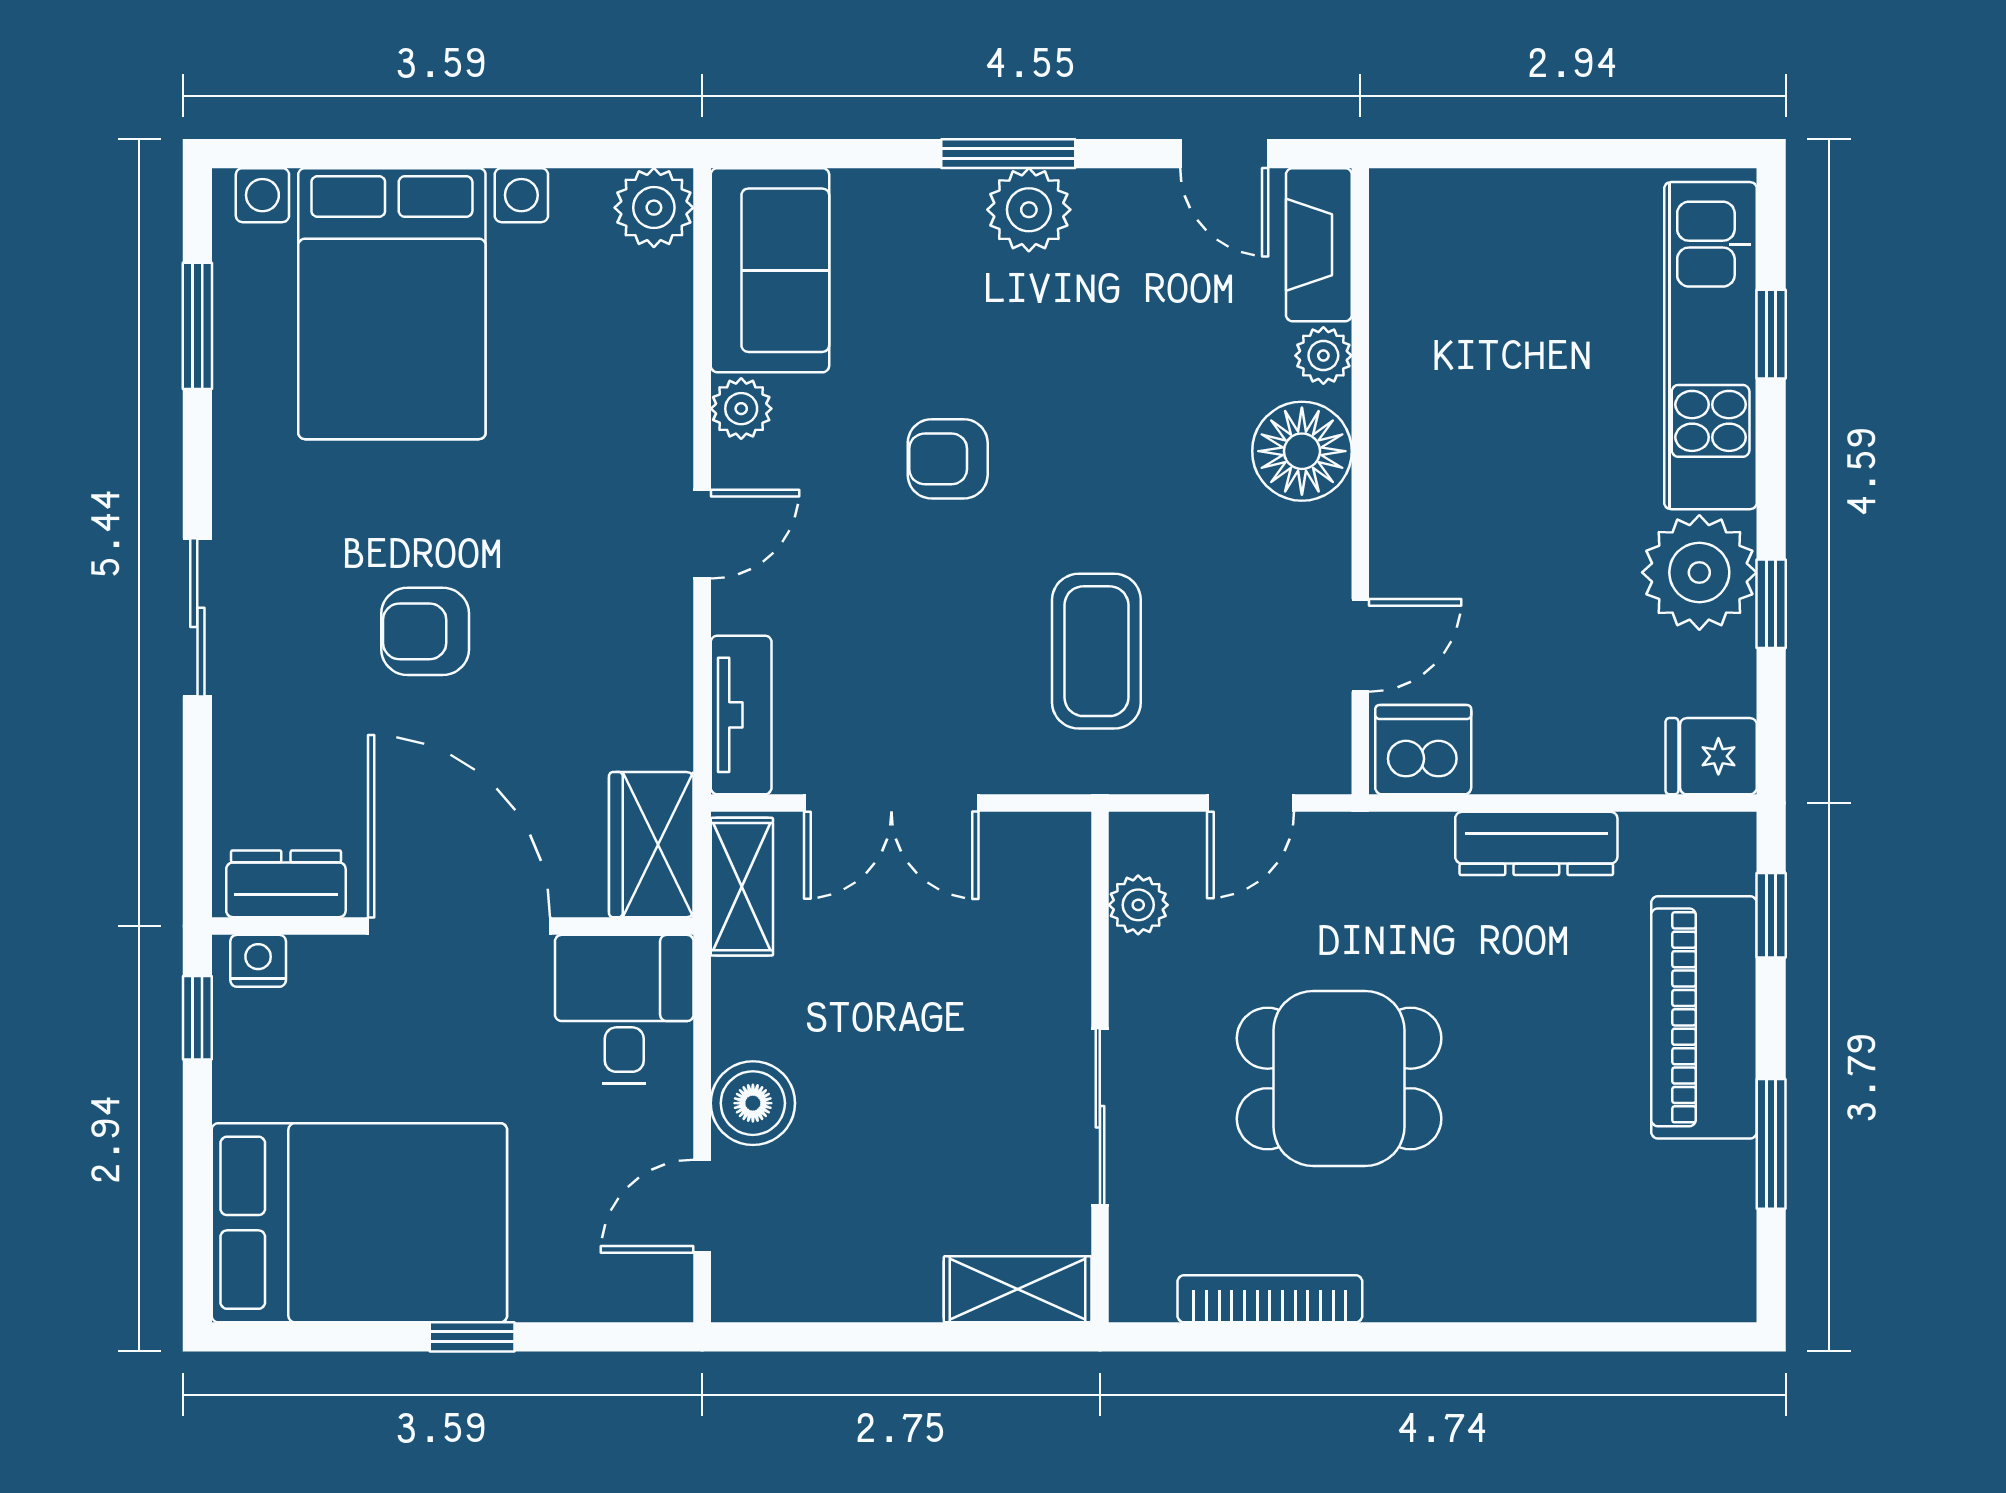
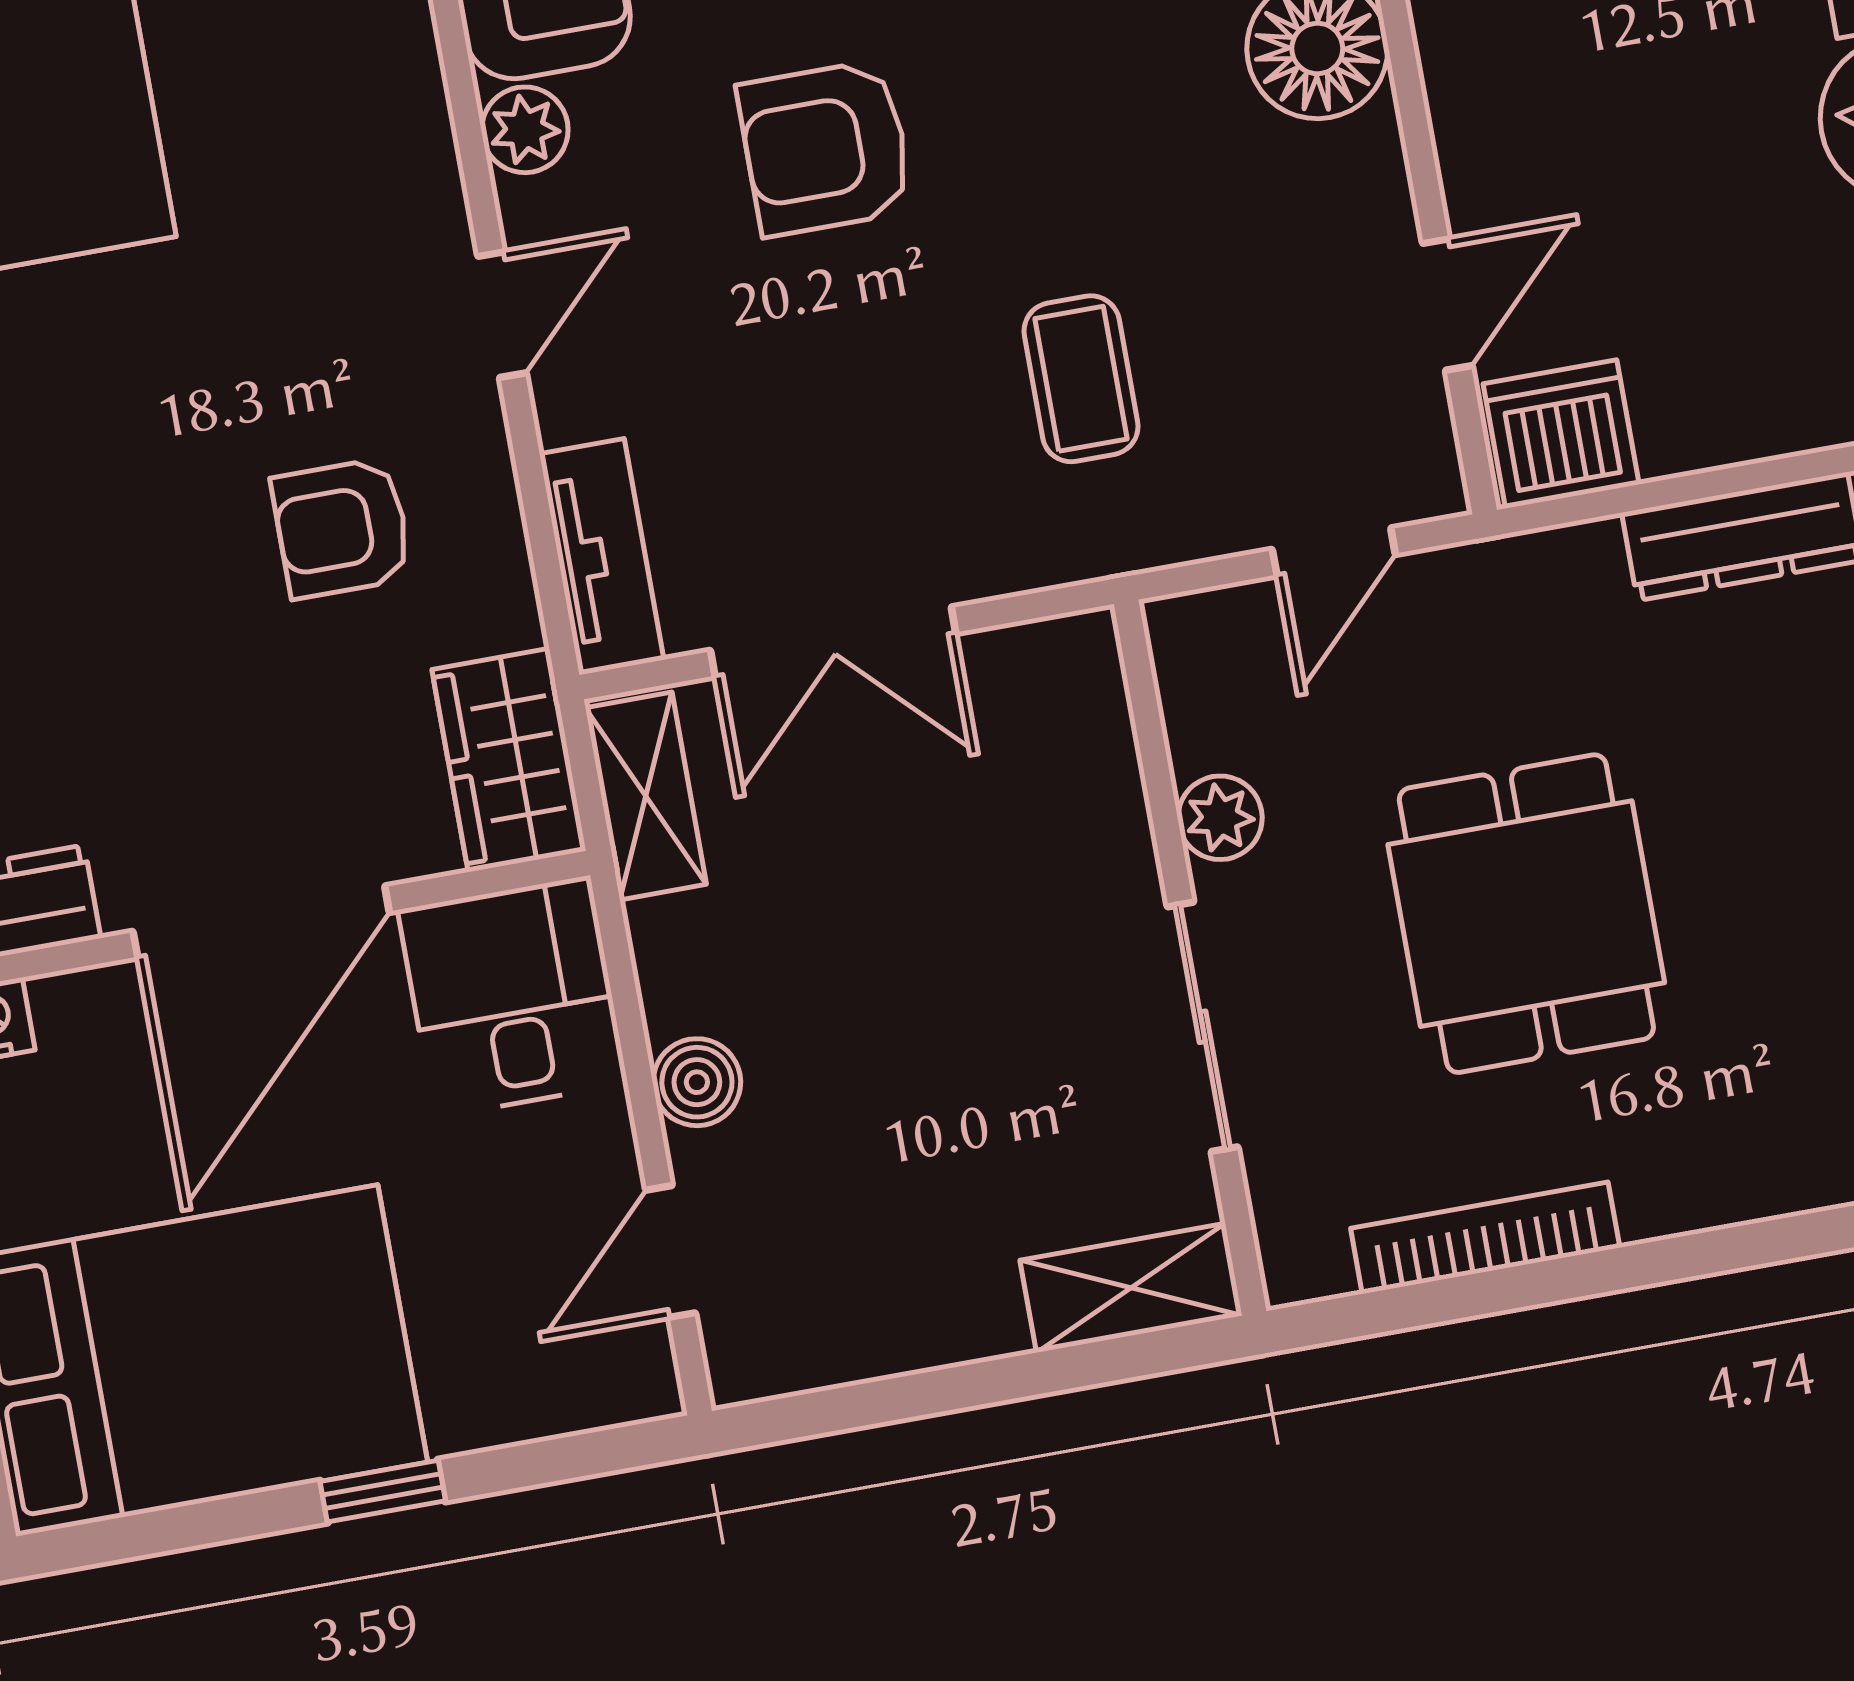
armchair: (948, 459) -> (825, 148), width x1.38, depth x1.38
armchair: (425, 631) -> (342, 528), moved
coffee table: (1096, 651) -> (1081, 379), width x0.73, depth x0.77
plant: (1138, 905) -> (1220, 818), moved
door: (459, 926) -> (261, 922), swing flipped
dining table: (1339, 1078) -> (1526, 914), turned 90
boiler: (753, 1103) -> (697, 1082), width x0.73, depth x0.73

